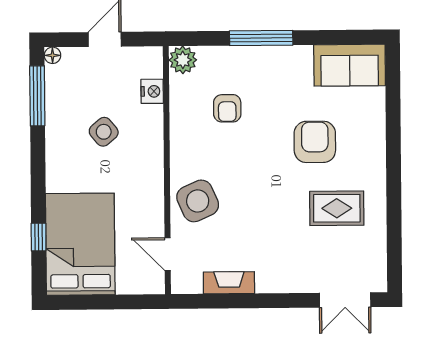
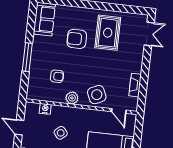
plant: (183, 60) -> (72, 98), moved
rug: (337, 208) -> (108, 33), width x1.36, depth x1.43
door: (168, 254) -> (119, 111), hinge flipped

